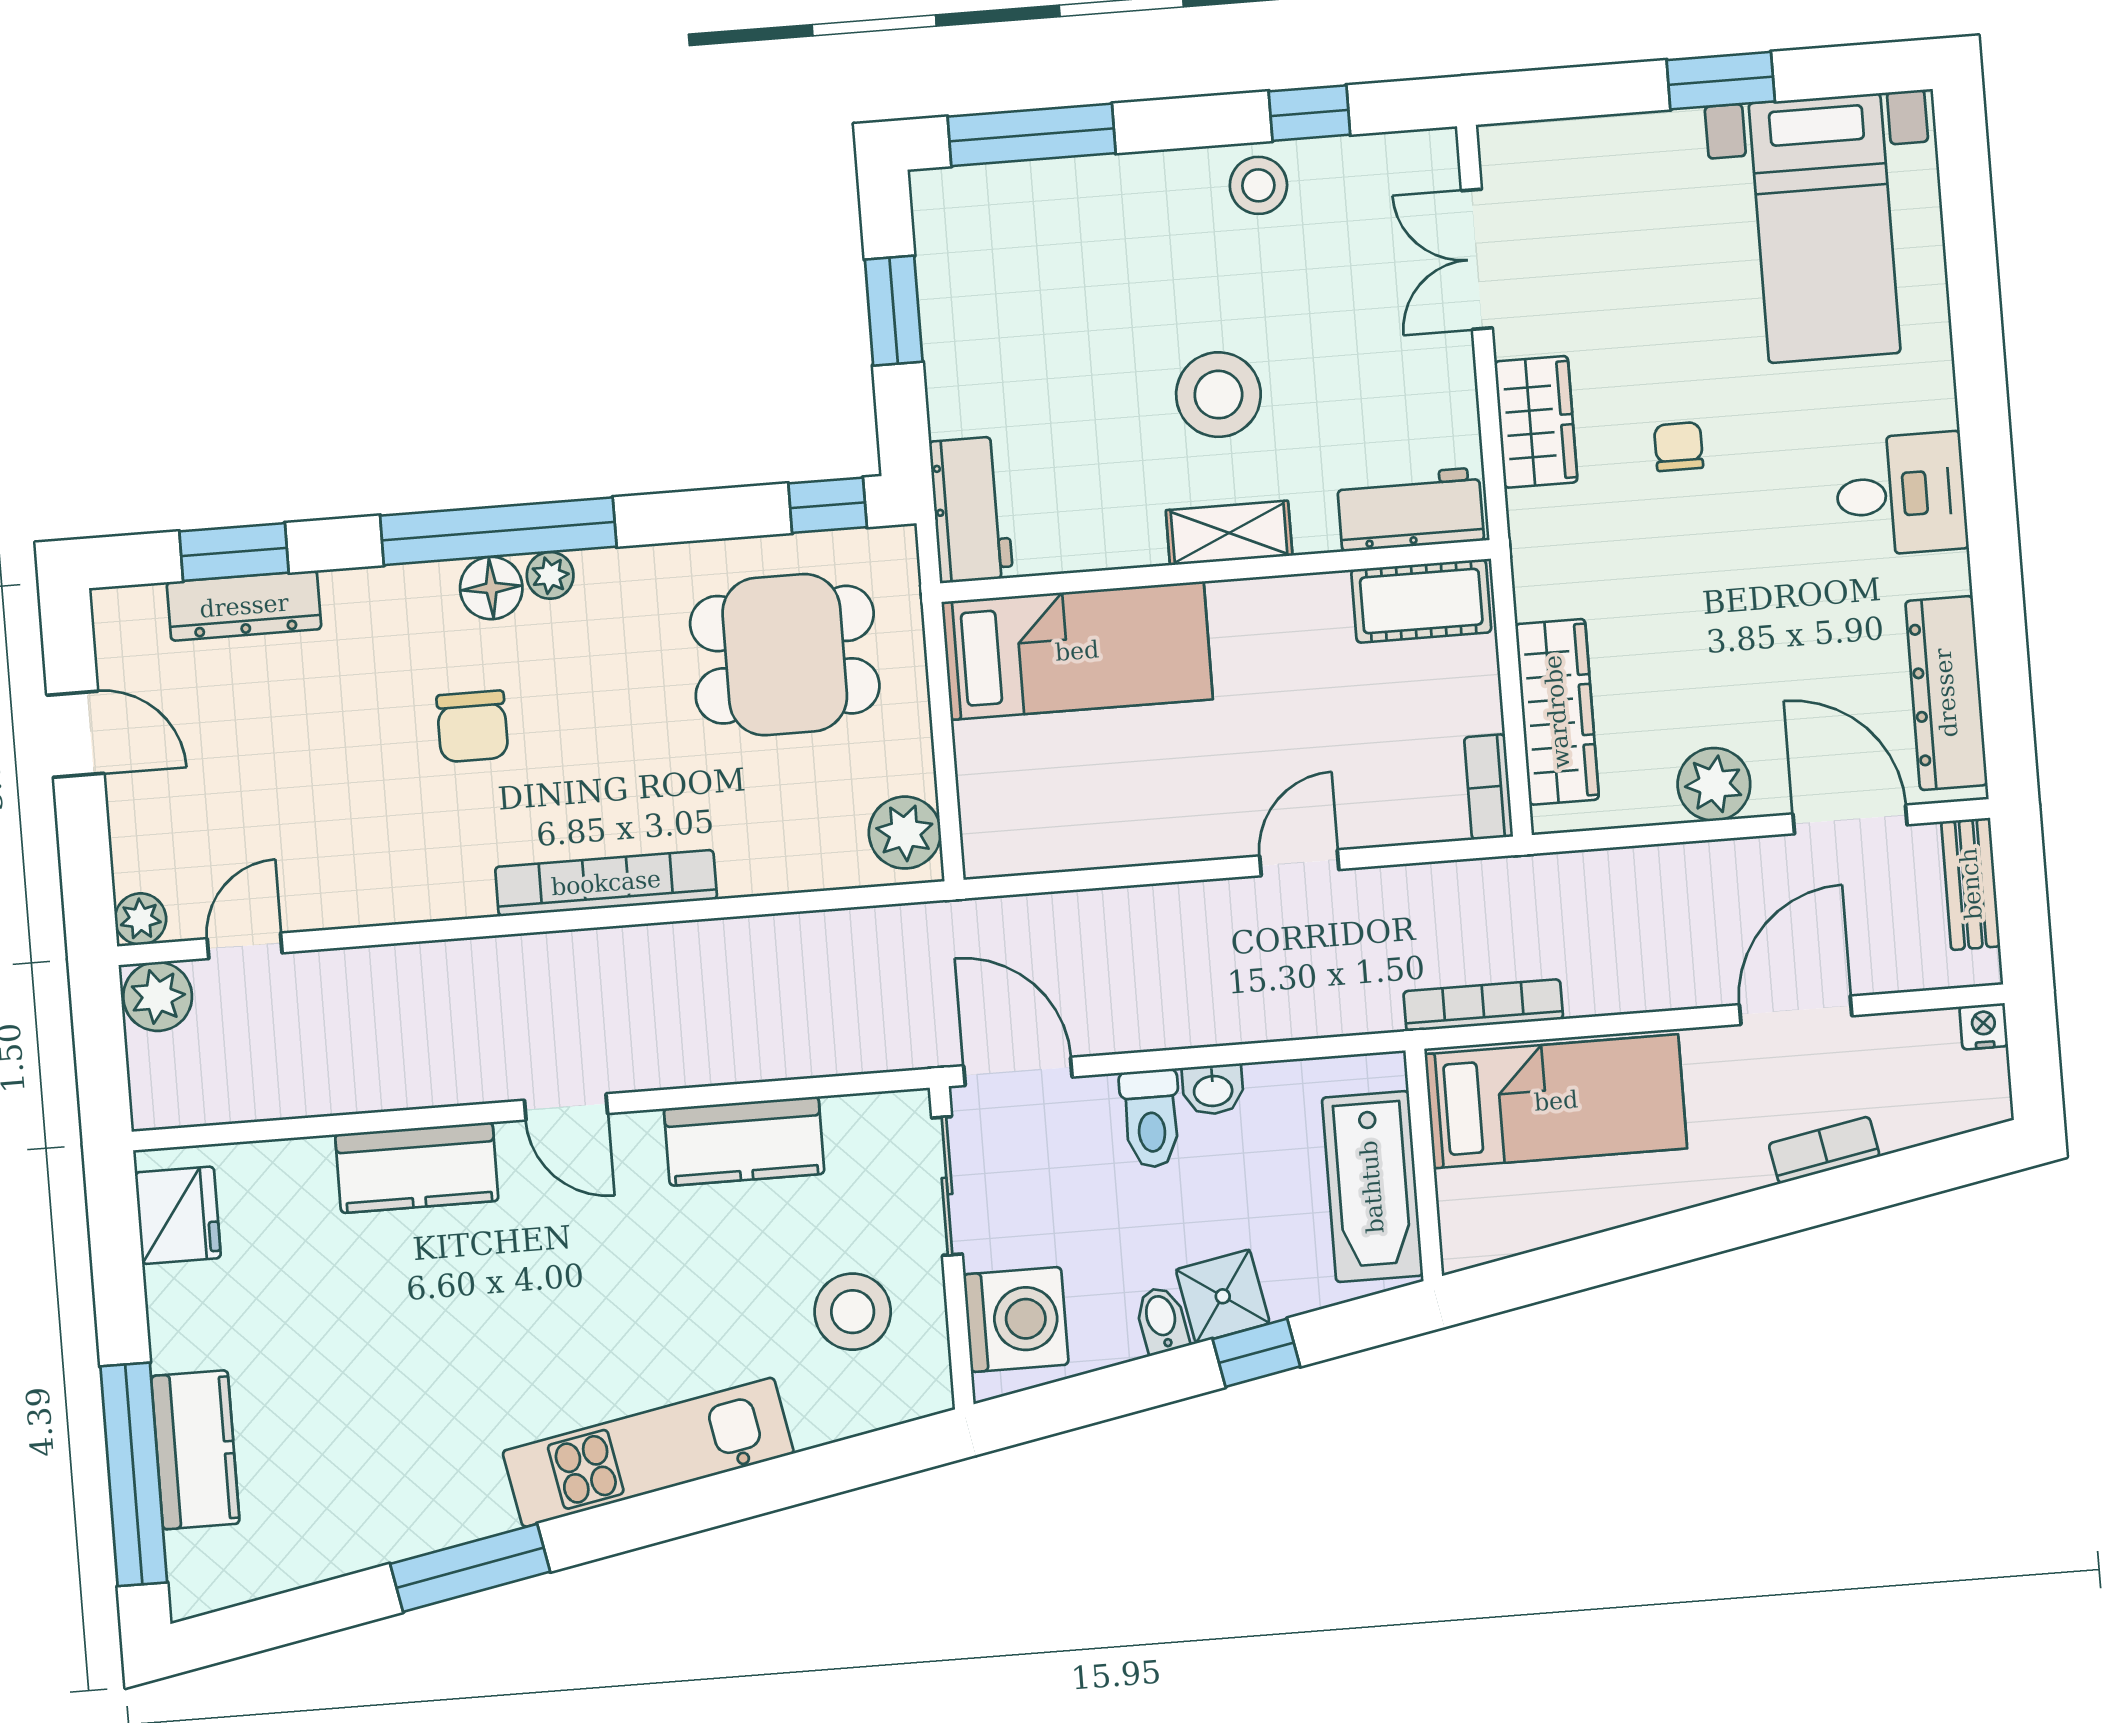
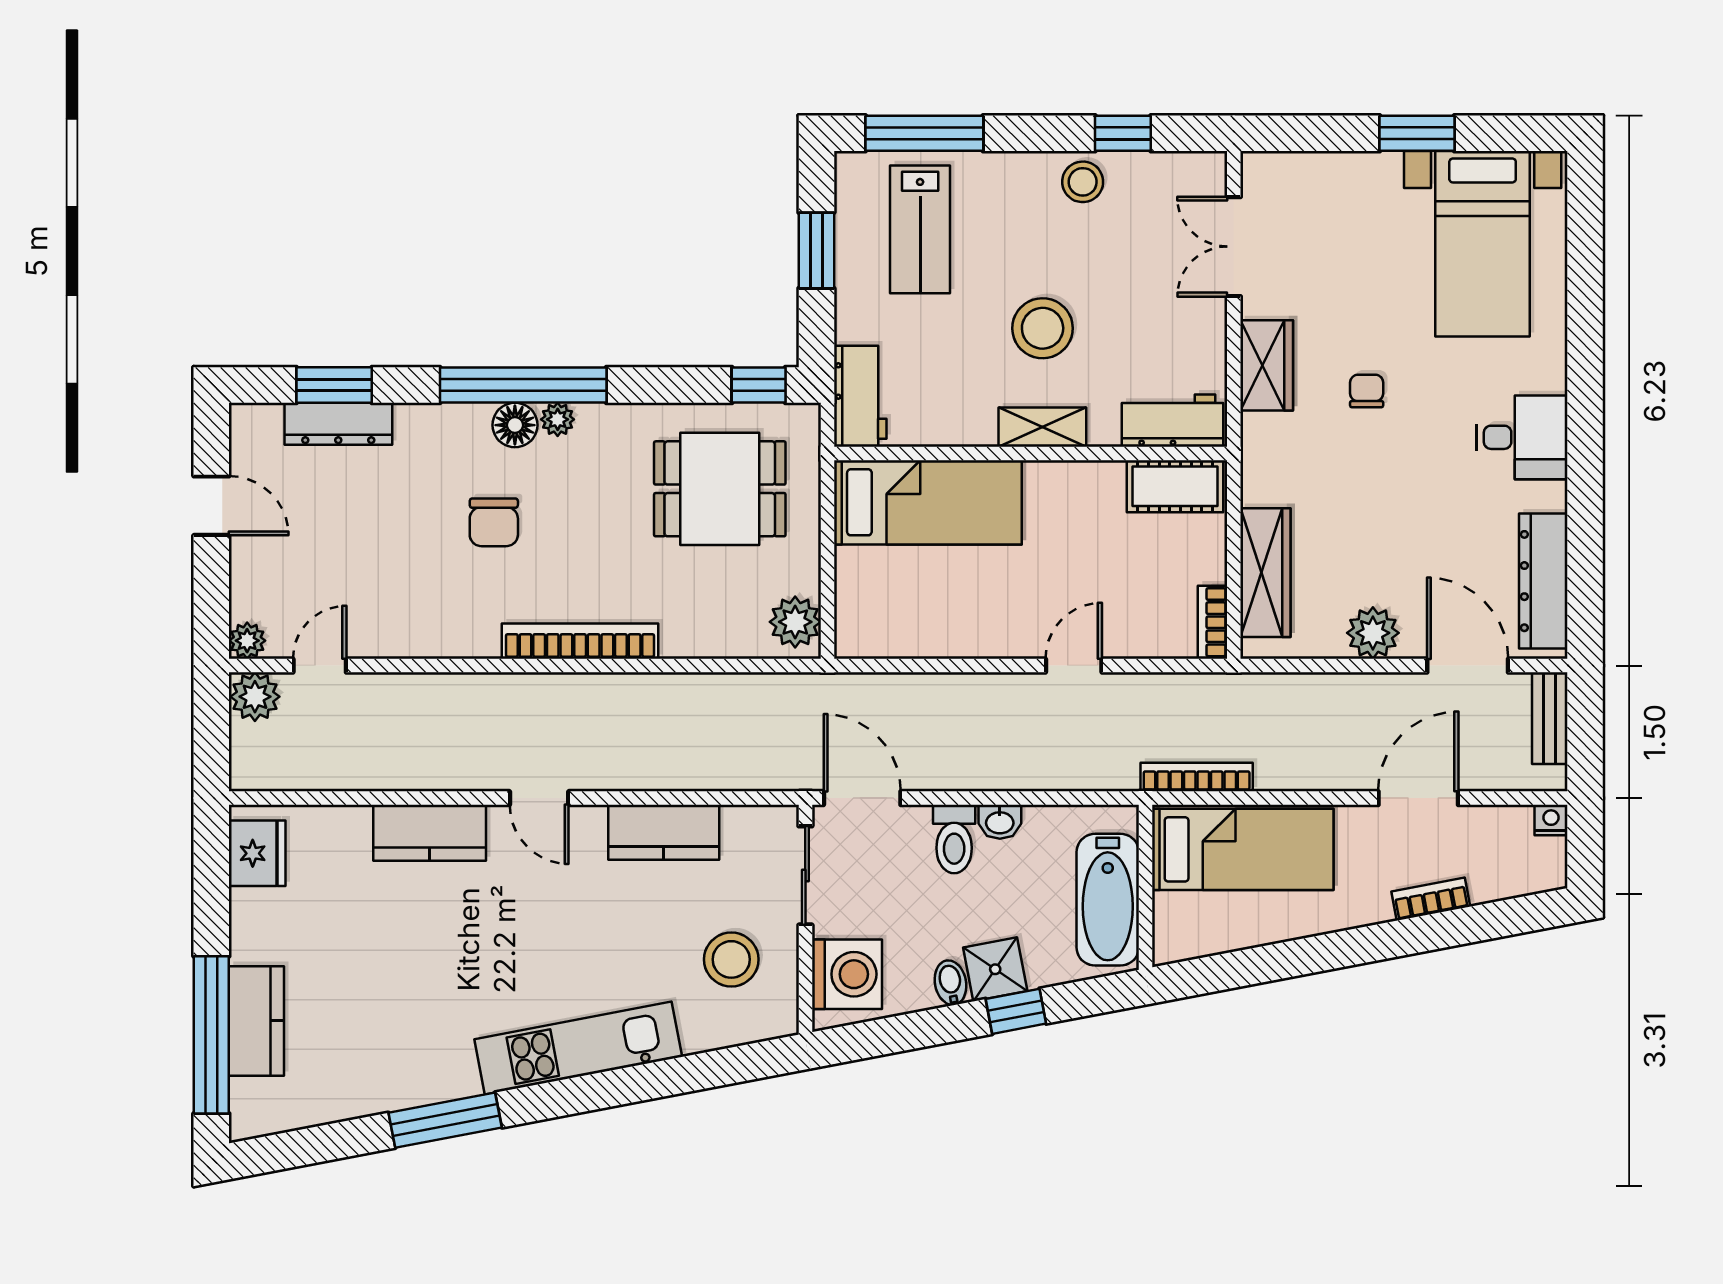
lab bench: (1036, 270) -> (920, 229), added

